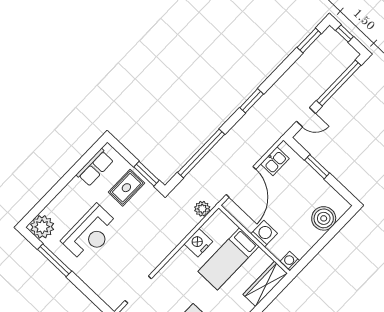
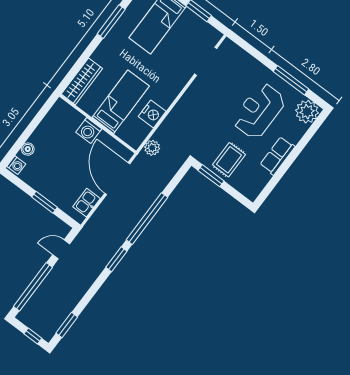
window: (201, 153) -> (147, 219), moved
row of seats: (95, 167) -> (277, 156), moved
boiler: (324, 218) -> (28, 149), width x0.54, depth x0.54
washing machine: (290, 261) -> (16, 165), moved

